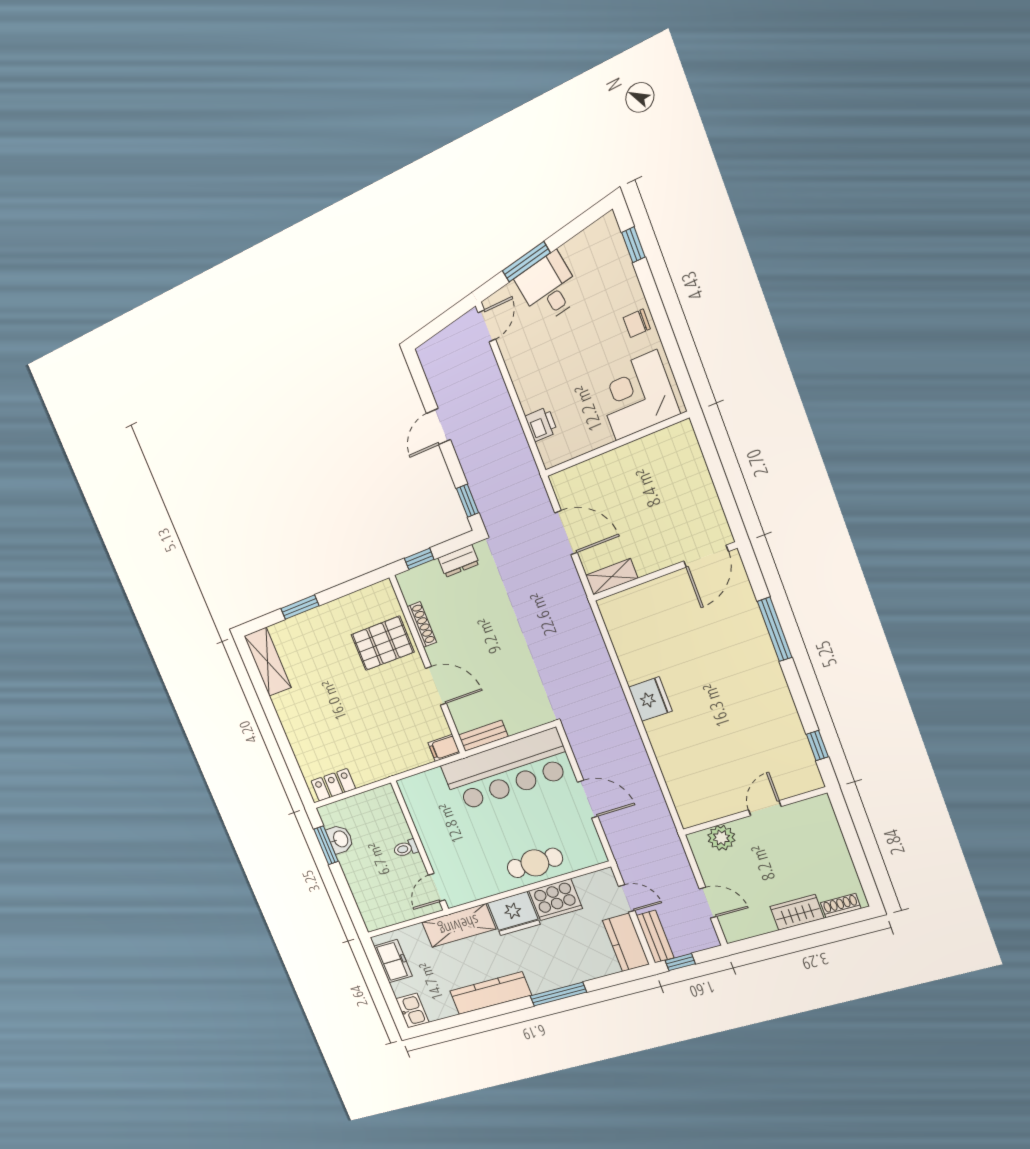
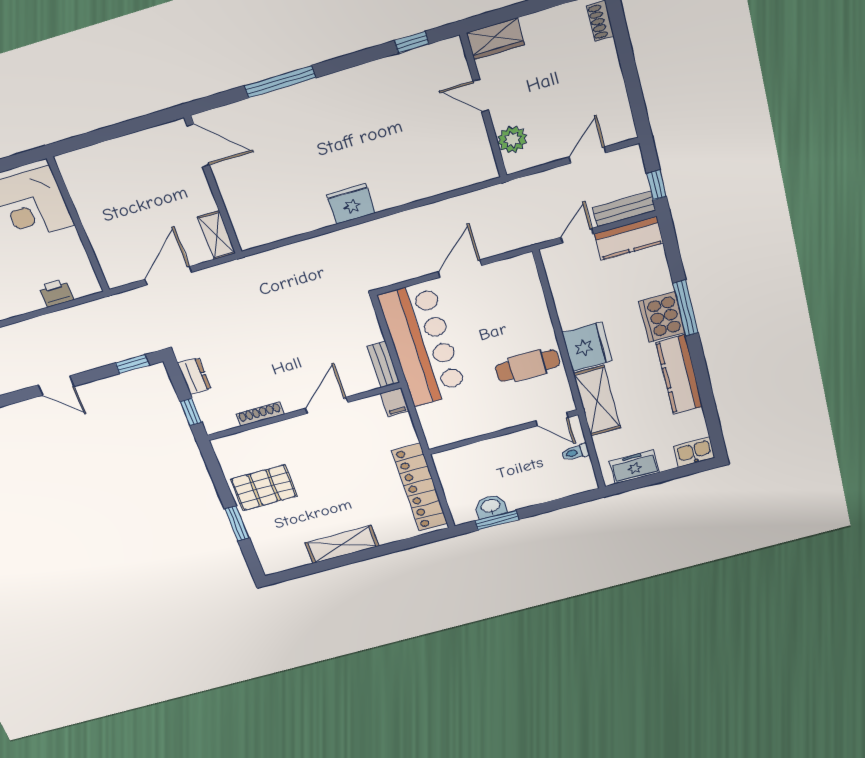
pallet: (383, 643) -> (264, 488), moved, turned 90
shelving: (268, 662) -> (342, 544), moved
locker: (333, 785) -> (420, 487), width x2.16, depth x1.21
toilet: (406, 848) -> (575, 452), moved, turned 90
cafe table: (535, 863) -> (527, 366), moved, turned 90
cooker: (556, 900) -> (662, 317), moved, turned 180
wardrobe: (797, 912) -> (495, 39), moved, turned -90

